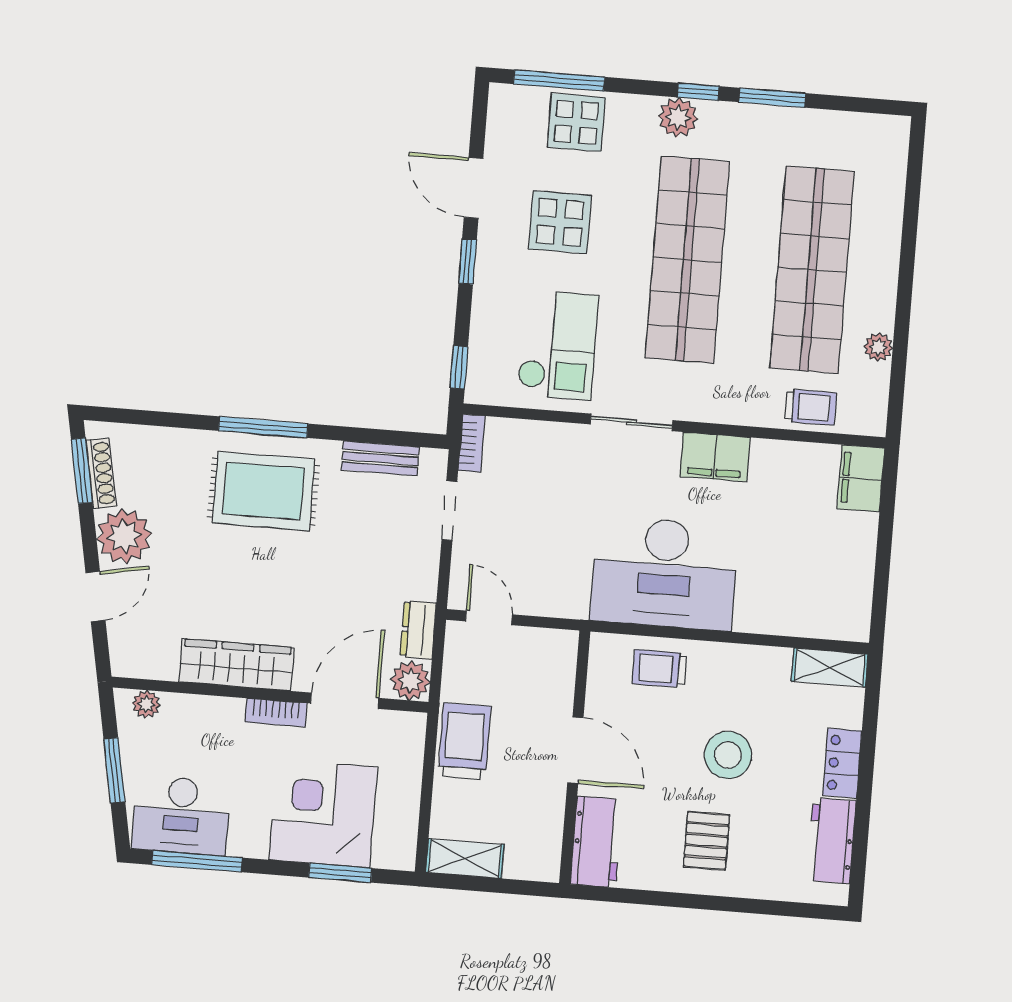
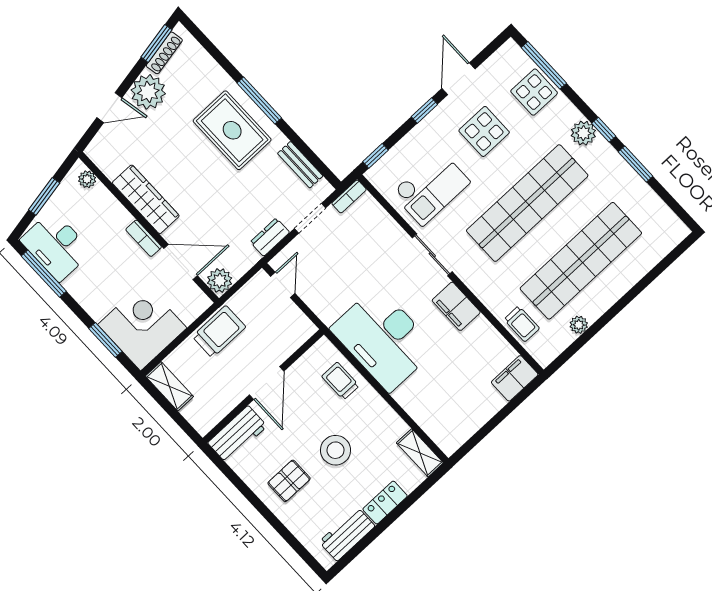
dresser: (418, 630) -> (270, 237), moved
corner desk: (323, 814) -> (142, 326), moved

